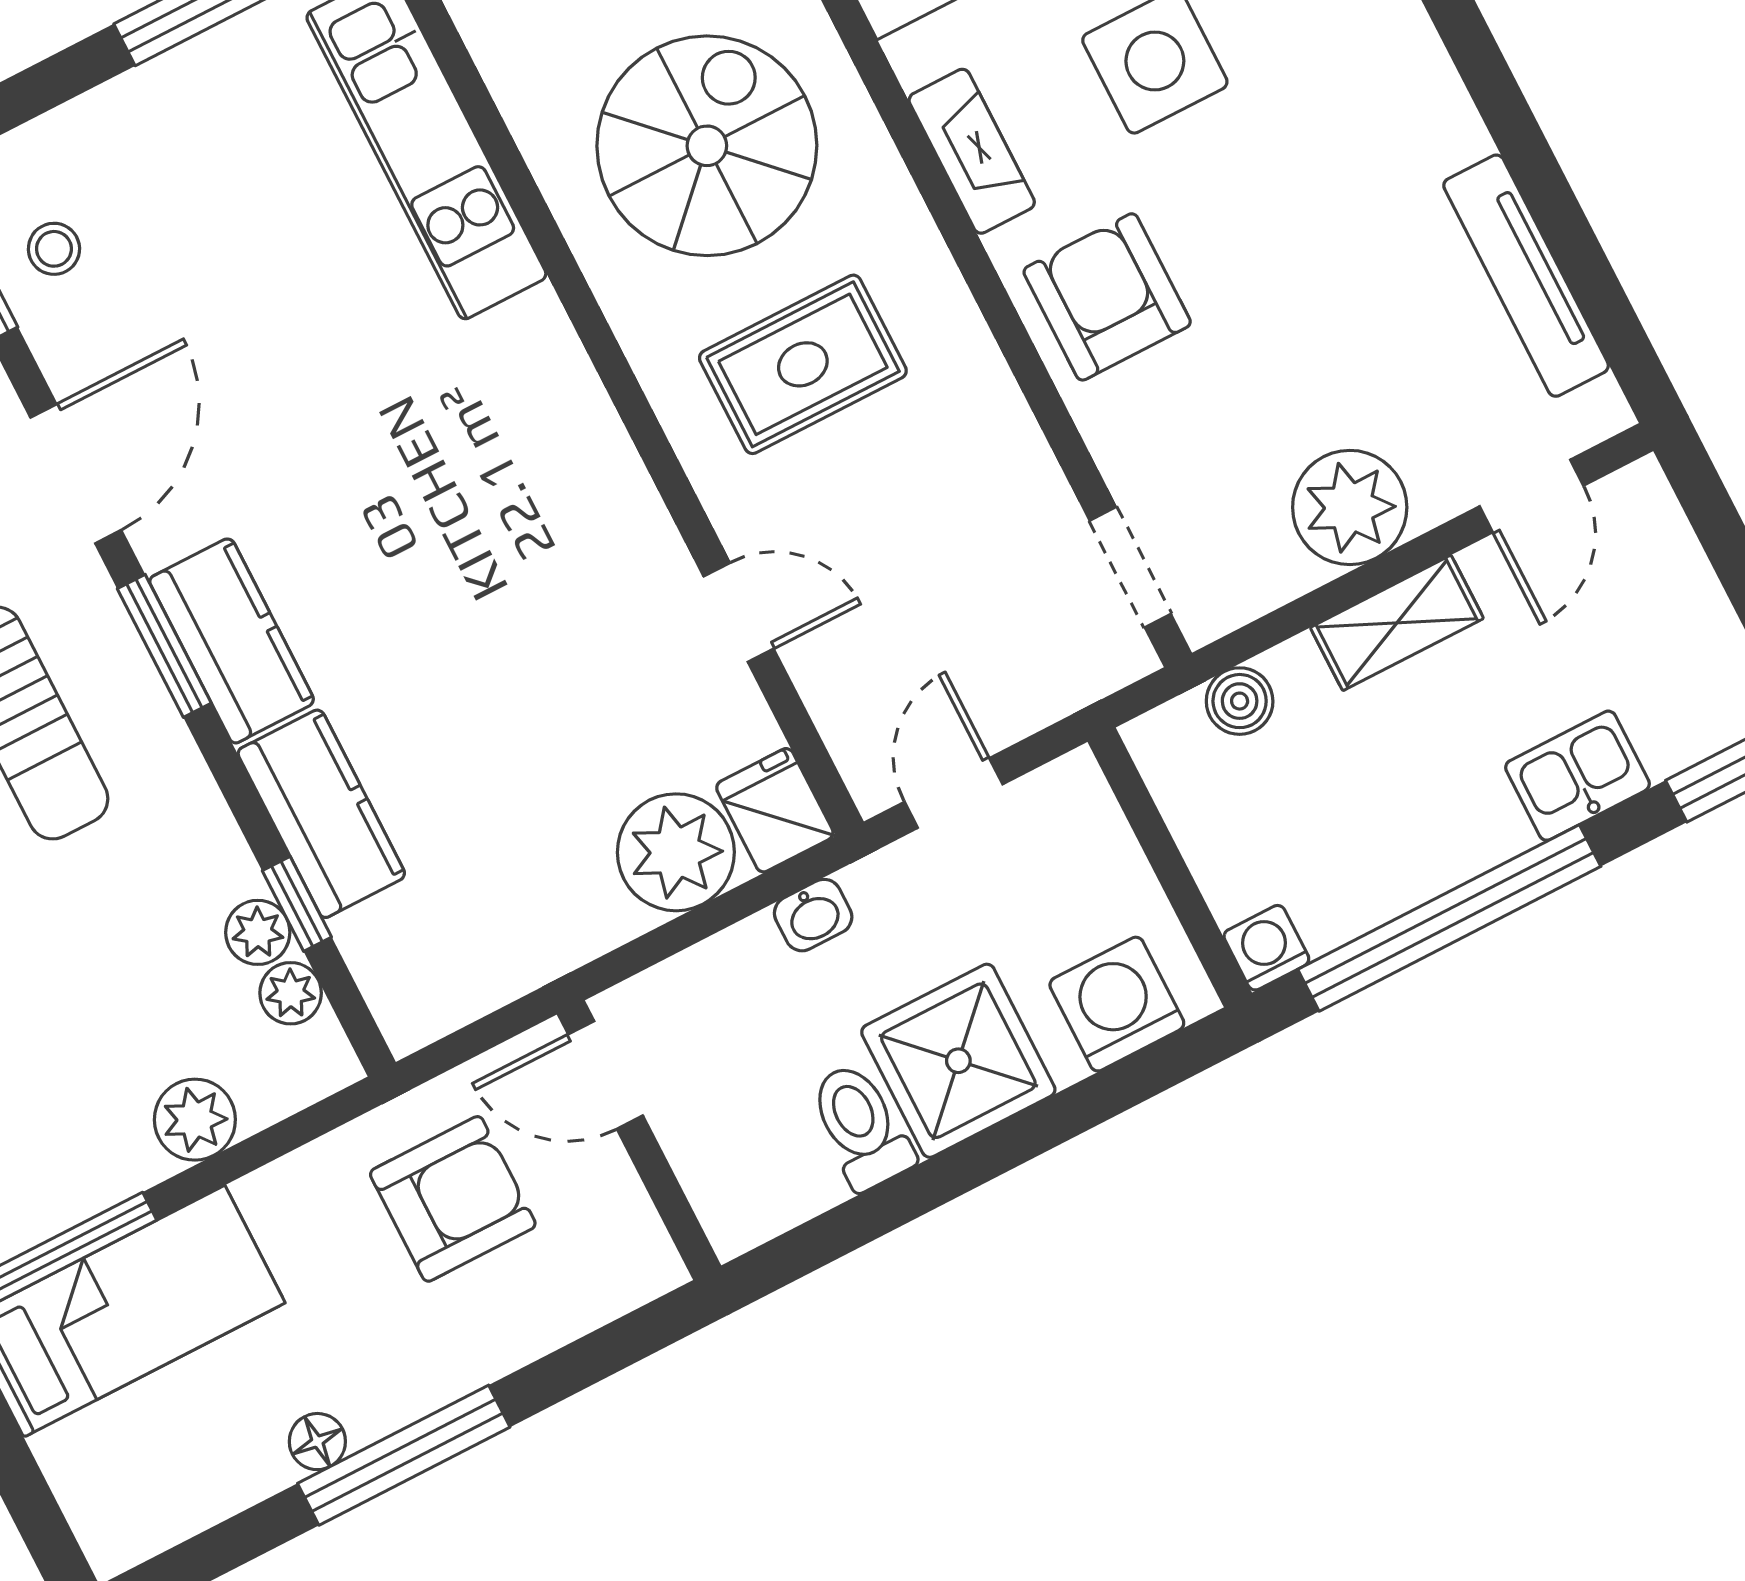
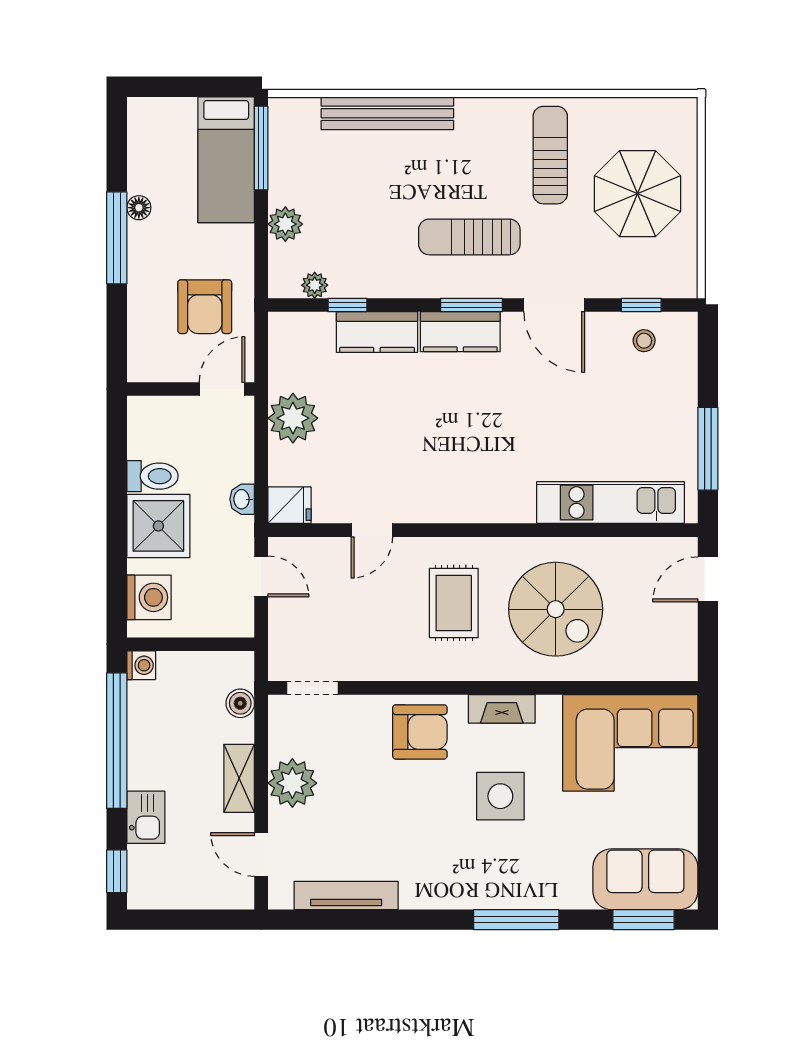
plant: (676, 852) -> (293, 418), moved
plant: (258, 932) -> (344, 285), removed

